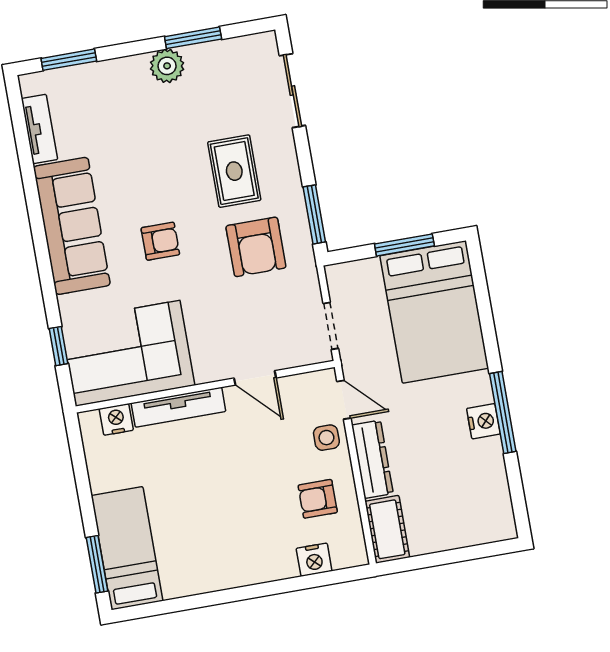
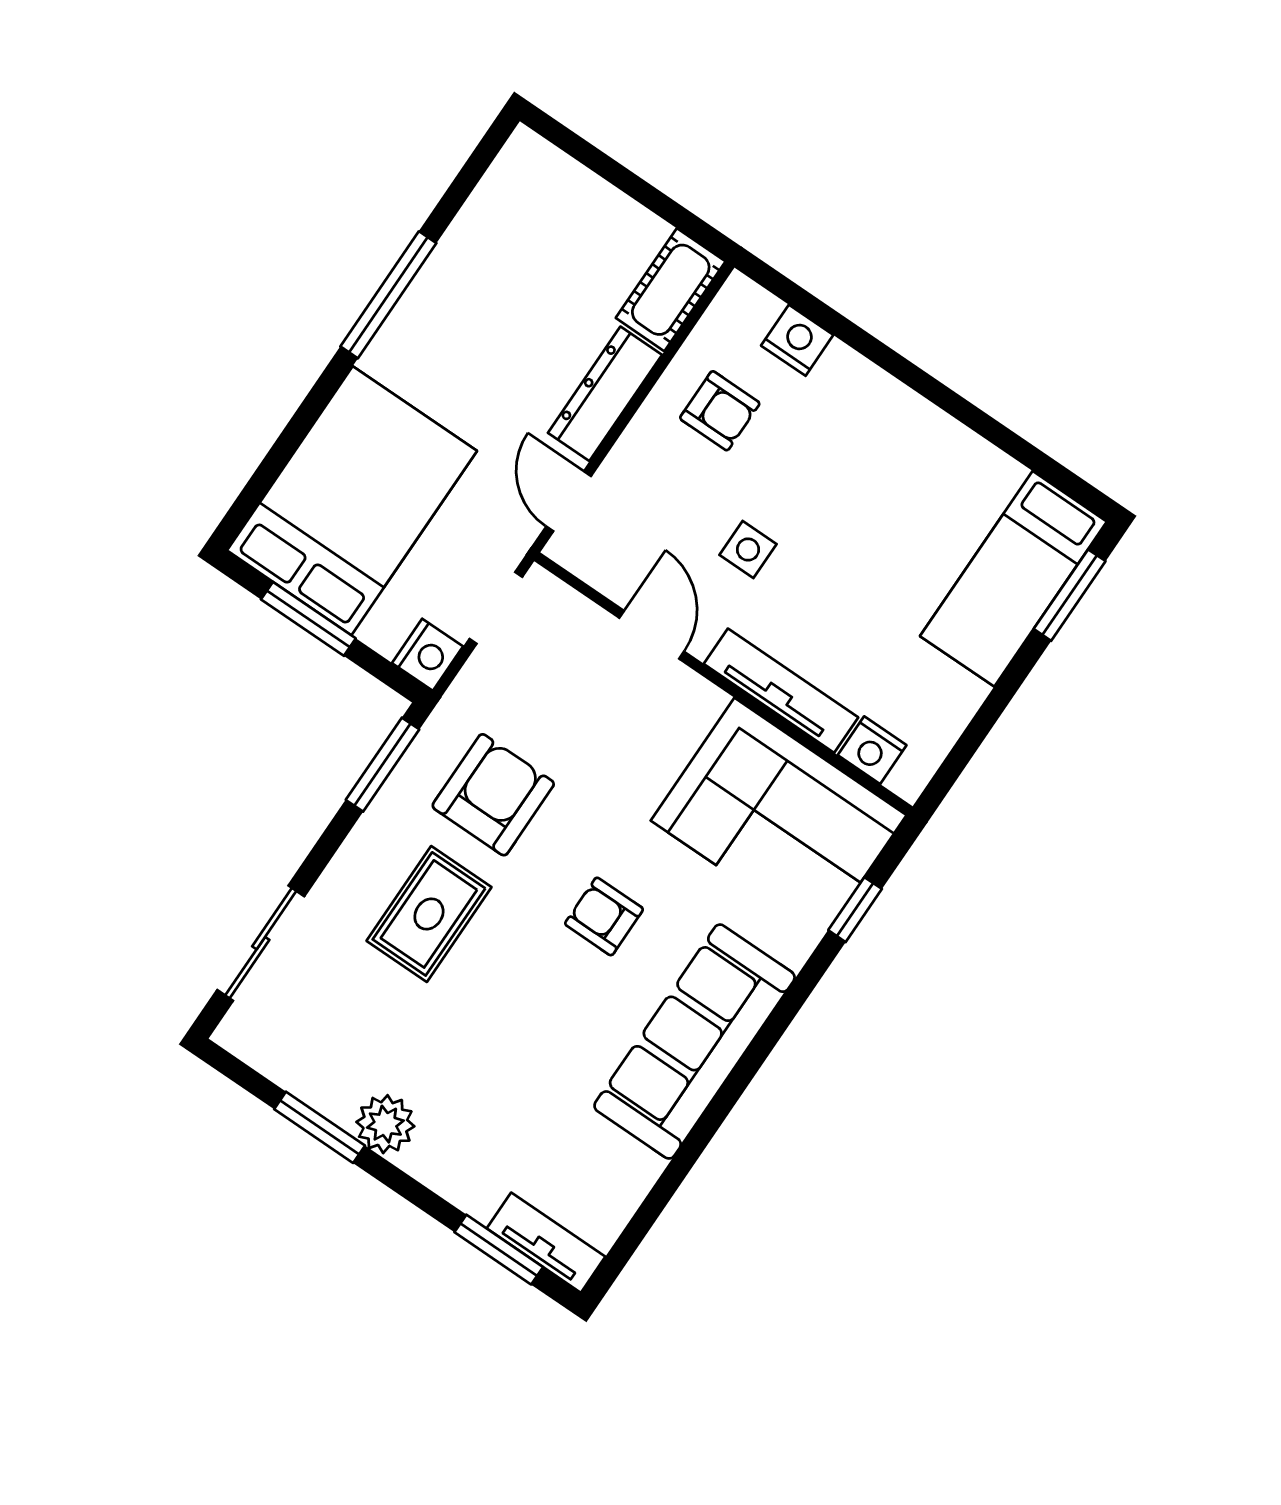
tv unit: (39, 129) -> (546, 1243), moved, turned 90
nightstand: (483, 421) -> (428, 655), moved, turned 180
side table: (326, 438) -> (748, 550), moved

